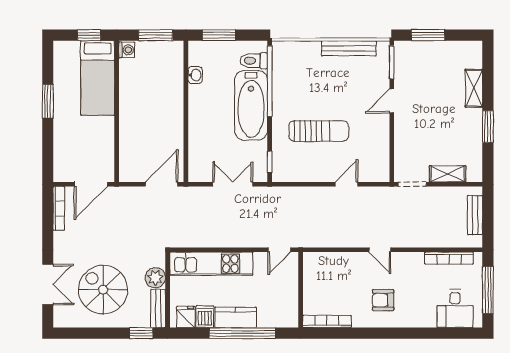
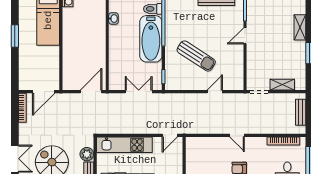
sun lounger: (319, 131) -> (196, 56), turned 33

